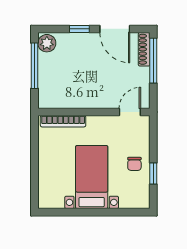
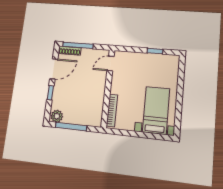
door: (130, 112) -> (111, 64), hinge flipped
chair: (134, 164) -> (147, 63), removed
bed with nightstands: (92, 177) -> (156, 110), moved, turned 90

